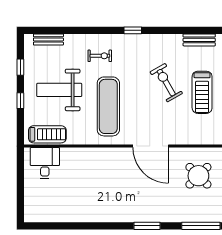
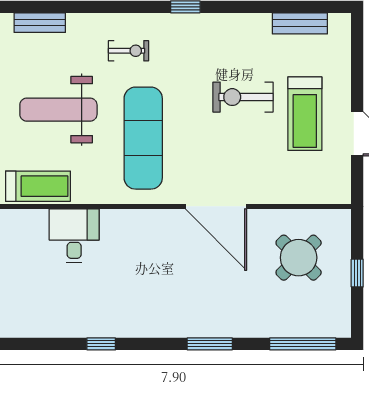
exercise bike: (166, 83) -> (243, 97), turned -60
desk: (45, 163) -> (74, 236), moved
window: (84, 226) -> (101, 344), added

